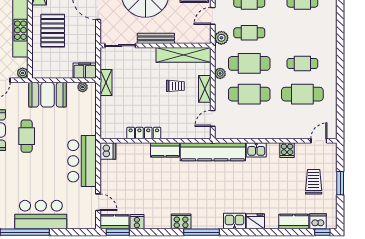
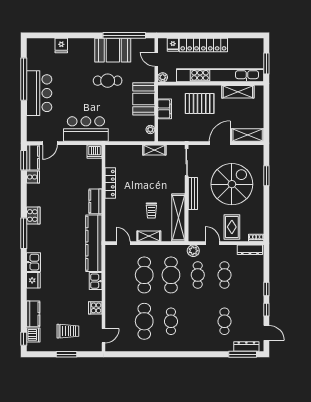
filing cabinet: (85, 71) -> (165, 109), moved
plant: (220, 73) -> (162, 249), removed
door: (319, 141) -> (103, 336), hinge flipped

